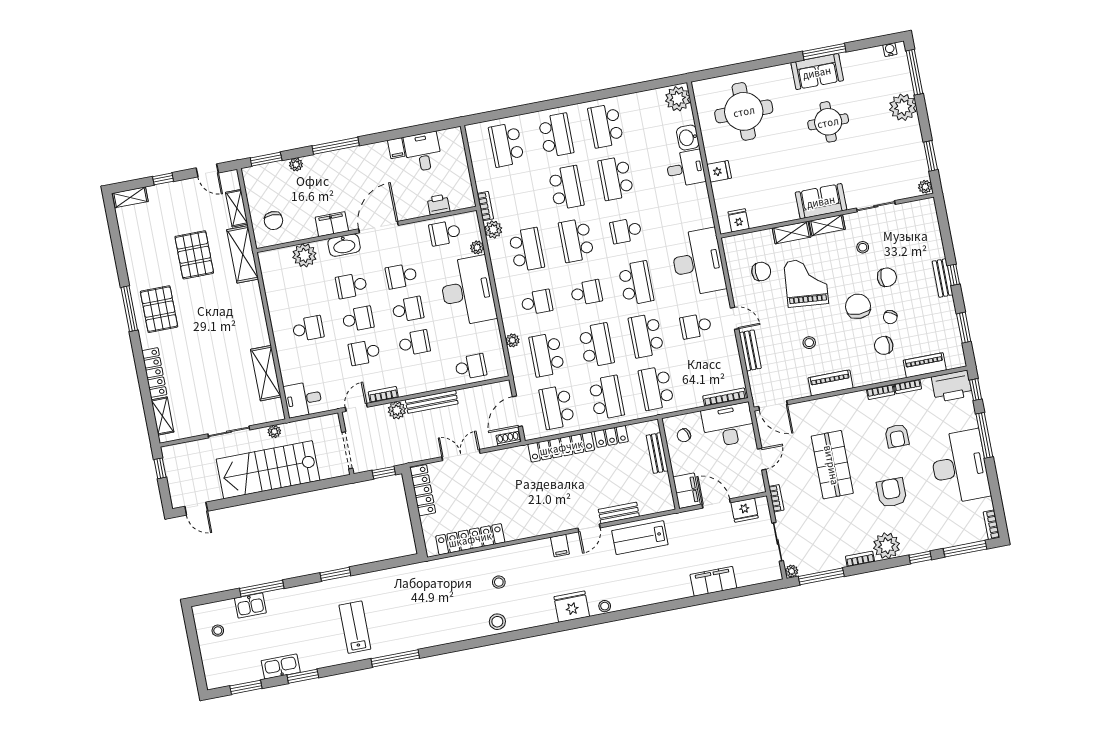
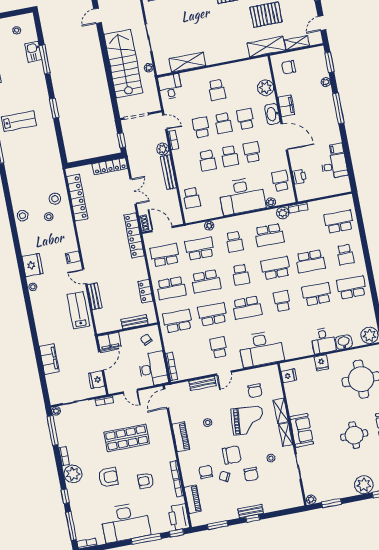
school desk: (556, 135) -> (345, 255), width x0.54
locker: (561, 447) -> (134, 235), moved
stool: (472, 573) -> (55, 199), added

